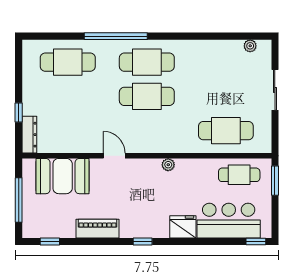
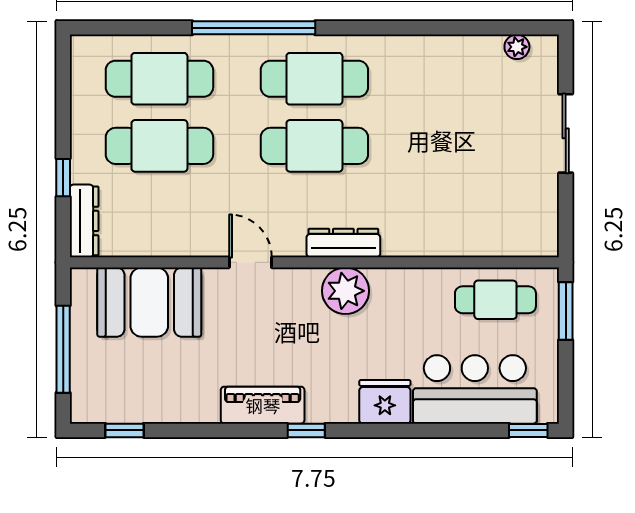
cafe table: (226, 131) -> (159, 146), moved
dresser: (162, 146) -> (343, 243), added
plant: (168, 165) -> (345, 291), width x1.88, depth x1.88
piano: (98, 229) -> (263, 405), moved

